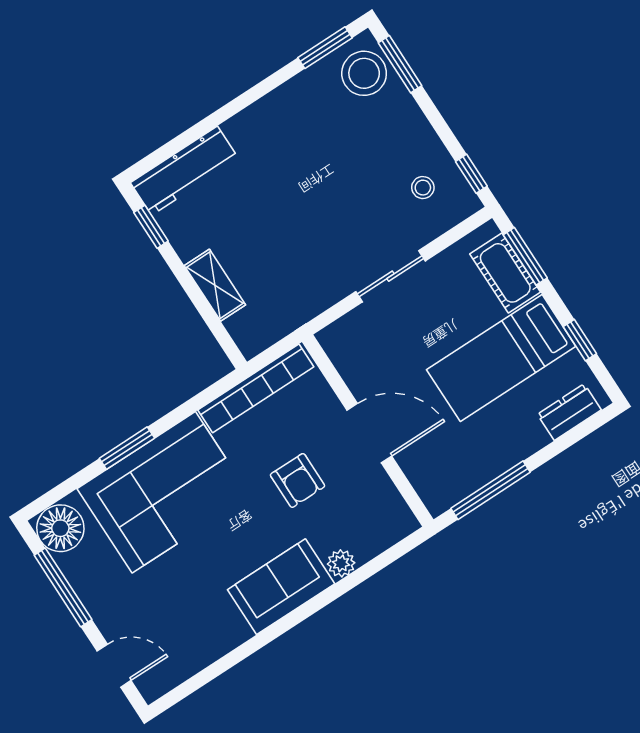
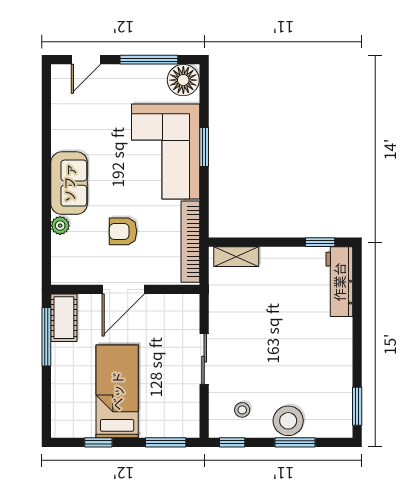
window: (400, 64) -> (295, 442), moved
stool: (364, 73) -> (288, 421), moved
cot: (505, 273) -> (64, 318), moved, turned 90
shelving: (215, 285) -> (236, 257), moved
dresser: (569, 412) -> (62, 410), removed

